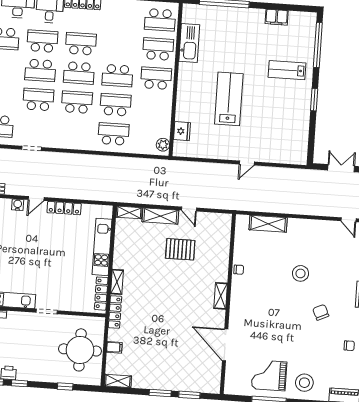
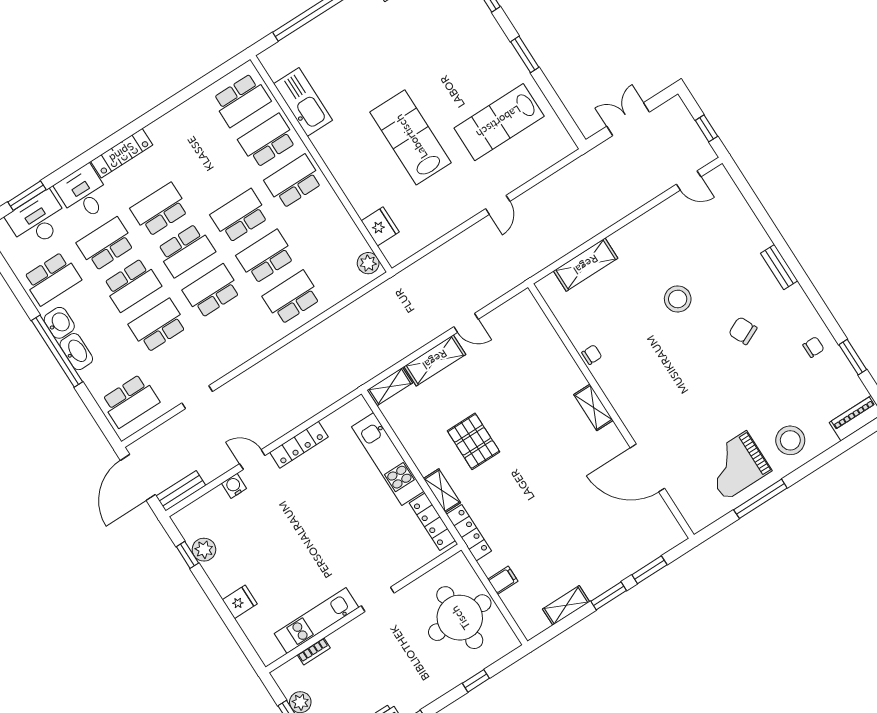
lab bench: (287, 70) -> (499, 122), moved, width x1.36, depth x1.39
school desk: (117, 76) -> (240, 216), turned 180
door: (36, 199) -> (252, 460), swing flipped
pallet: (180, 249) -> (474, 441), moved, turned 90
shelving: (118, 381) -> (566, 605), moved

